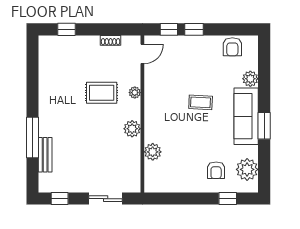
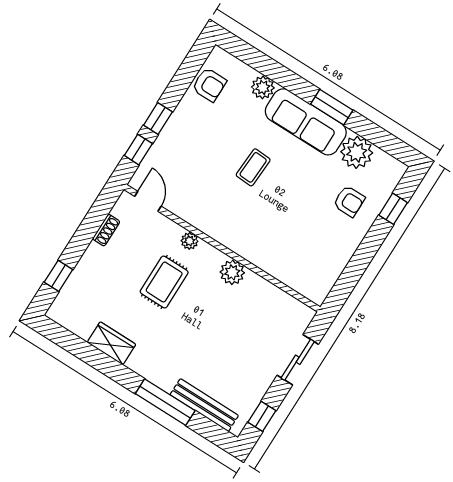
wardrobe: (47, 85) -> (111, 343), added
plant: (153, 152) -> (277, 265), removed
bench: (45, 155) -> (204, 405), width x1.36
plant: (247, 169) -> (357, 152), moved

